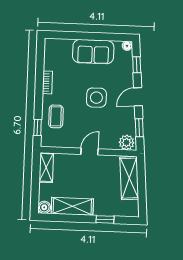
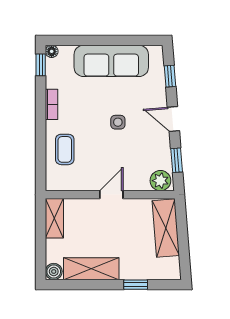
floor lamp: (127, 46) -> (52, 51), moved
sofa: (93, 52) -> (111, 61), width x1.36
door: (138, 97) -> (173, 119), hinge flipped
side table: (96, 98) -> (118, 122), width x0.54, depth x0.54
window: (38, 127) -> (41, 65), moved

